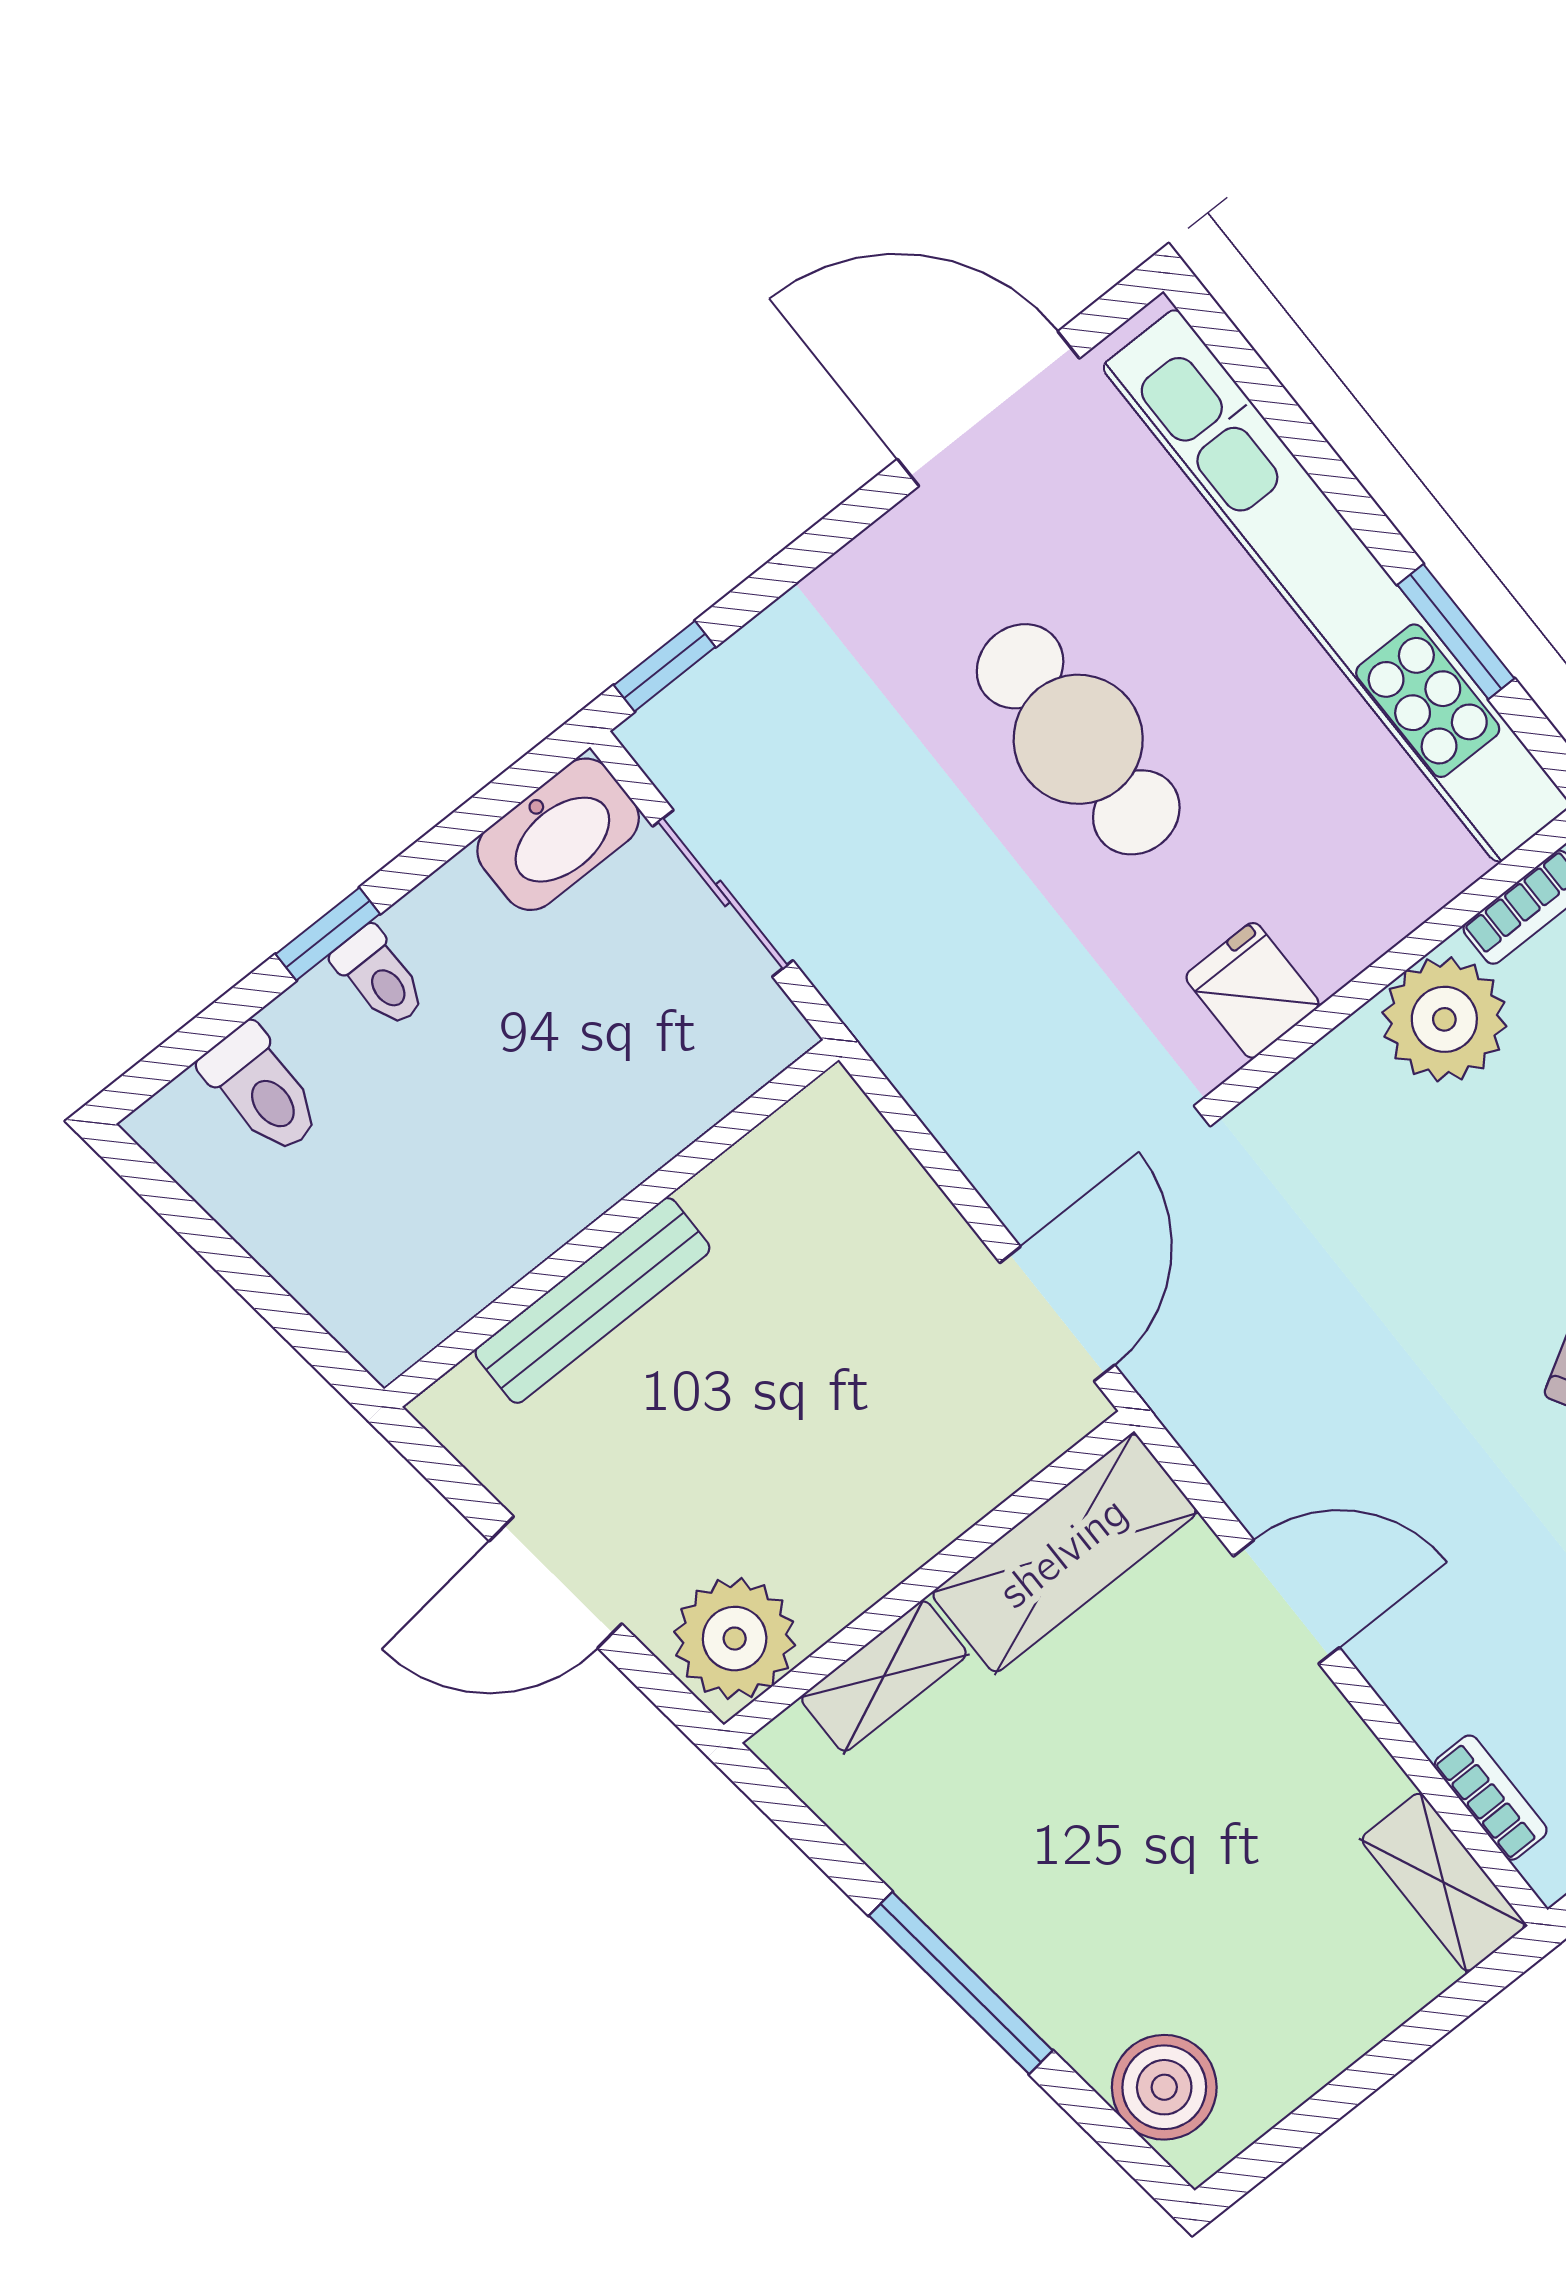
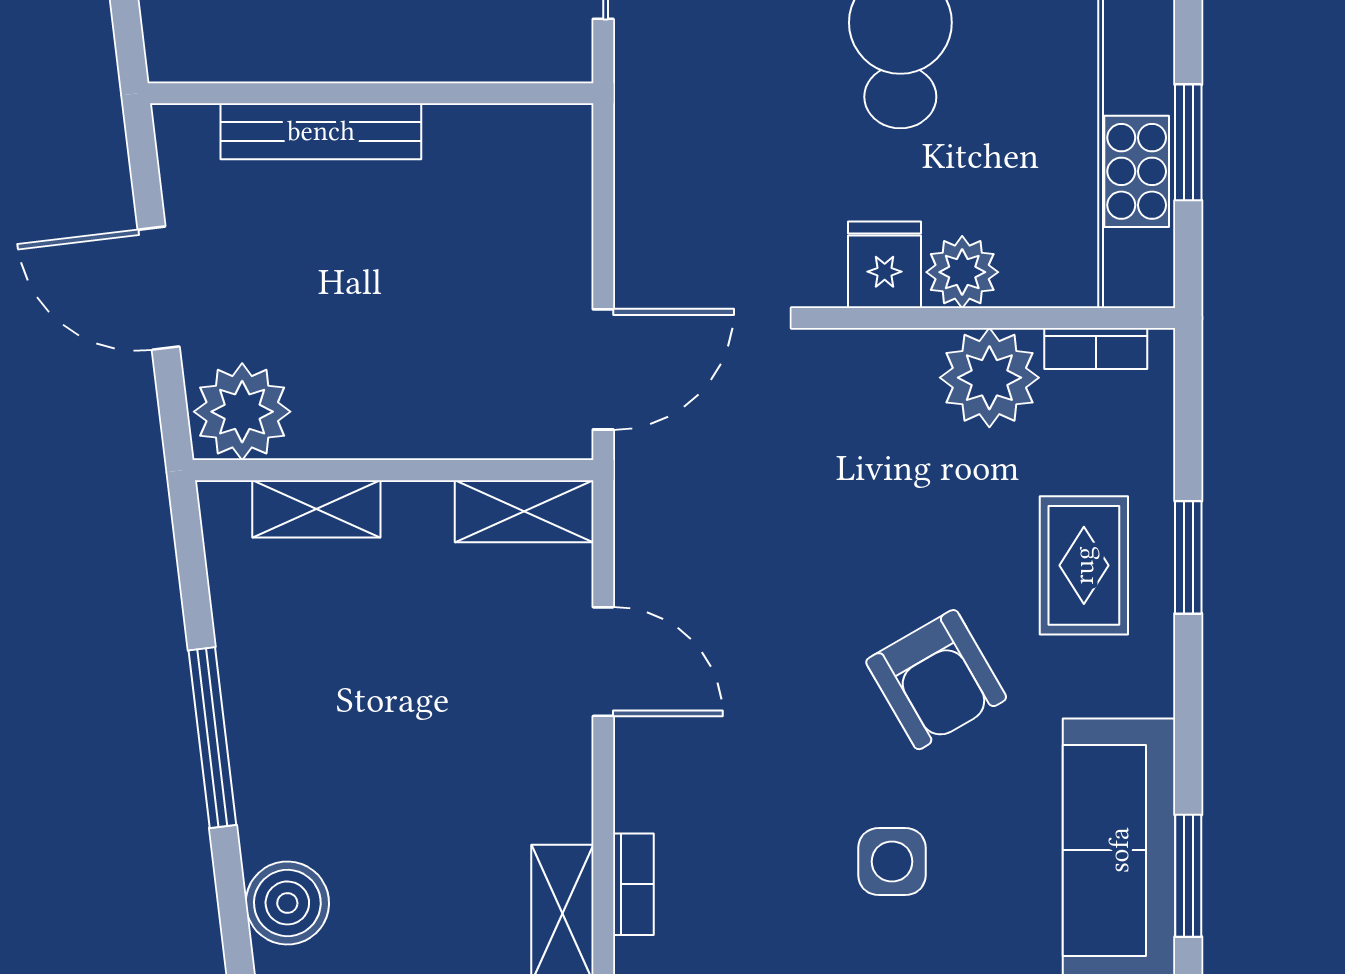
plant: (1335, 937) -> (962, 272), added
shelving: (1064, 1553) -> (524, 511), width x0.67, depth x0.75

